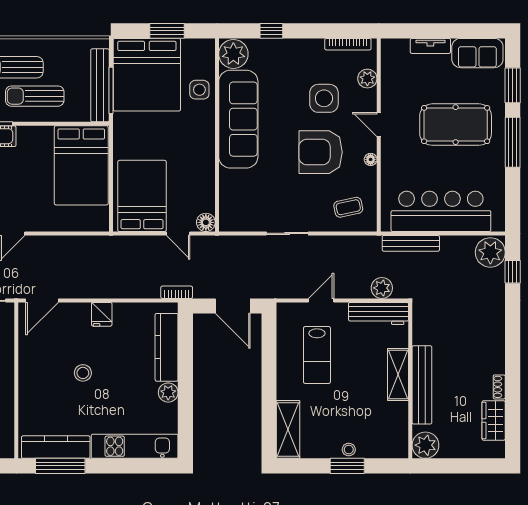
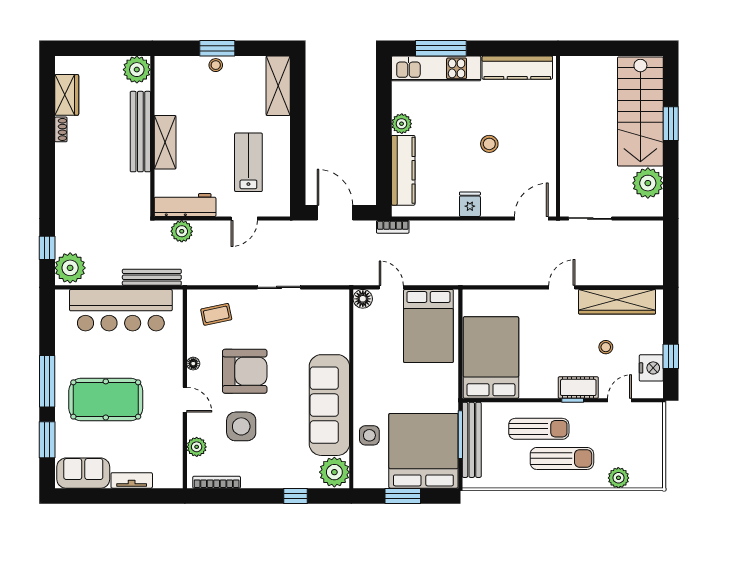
window: (60, 466) -> (441, 48), moved

